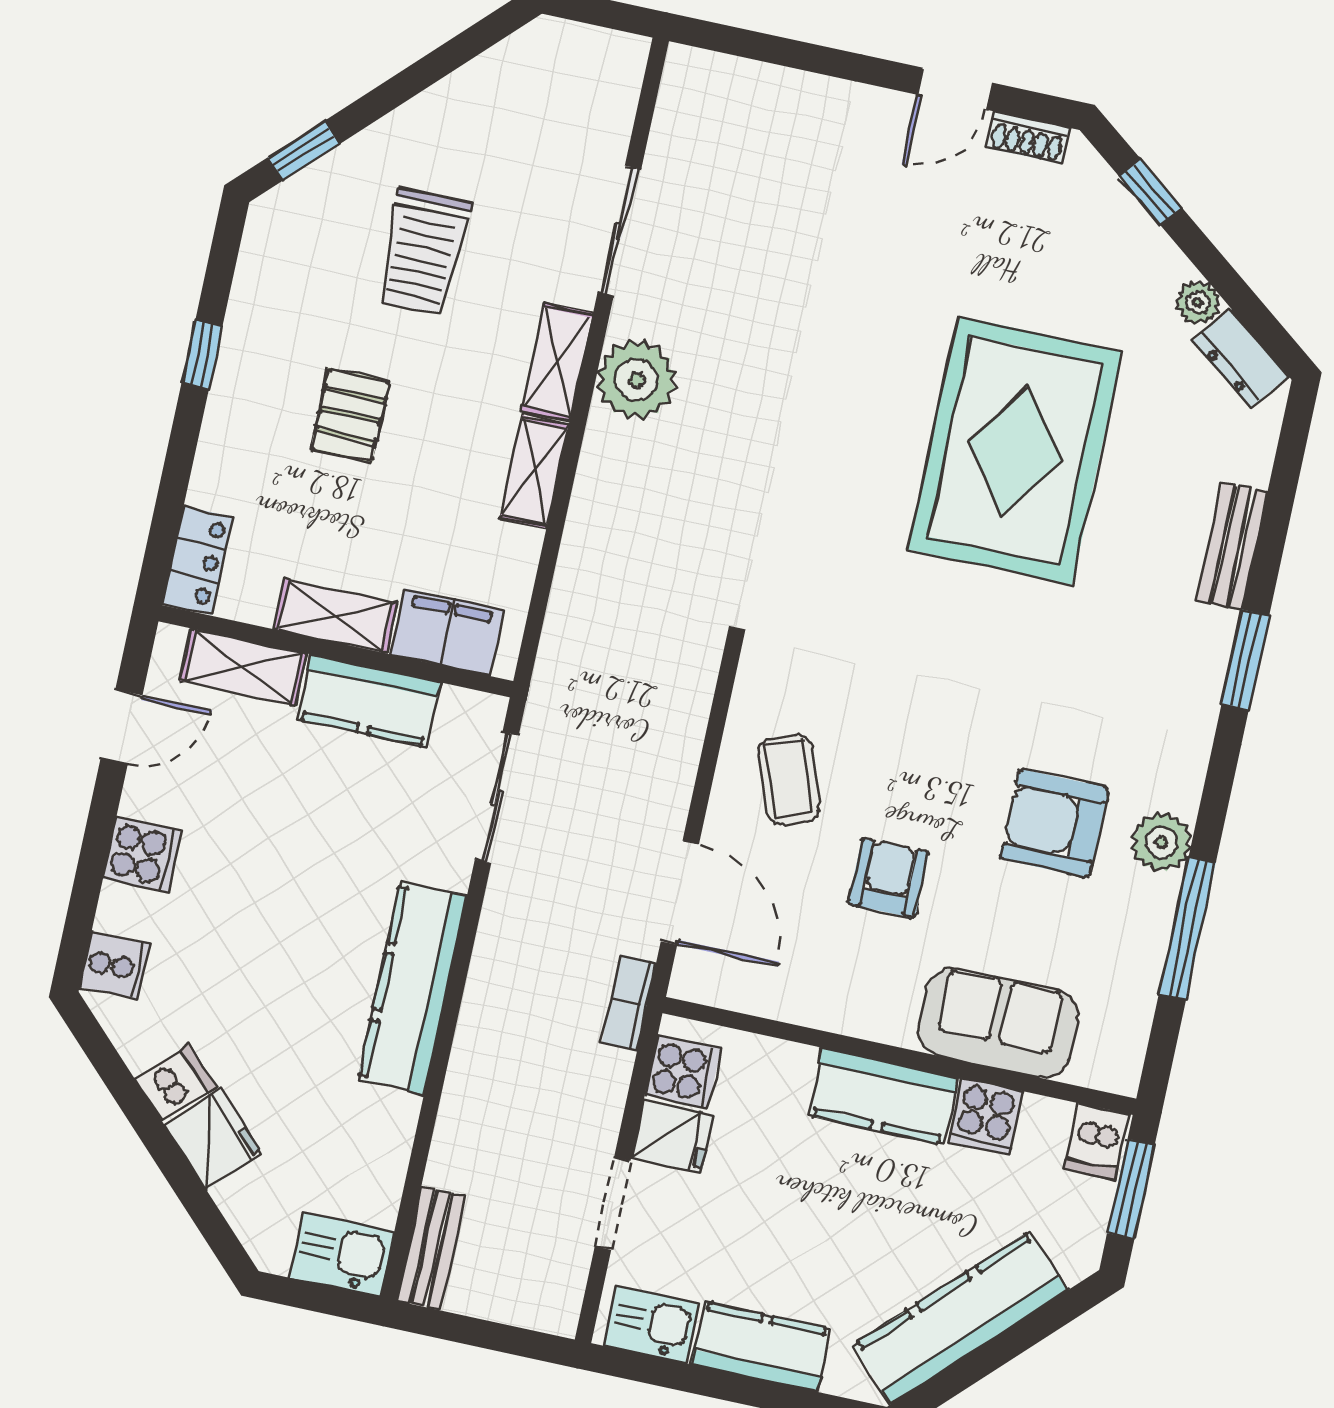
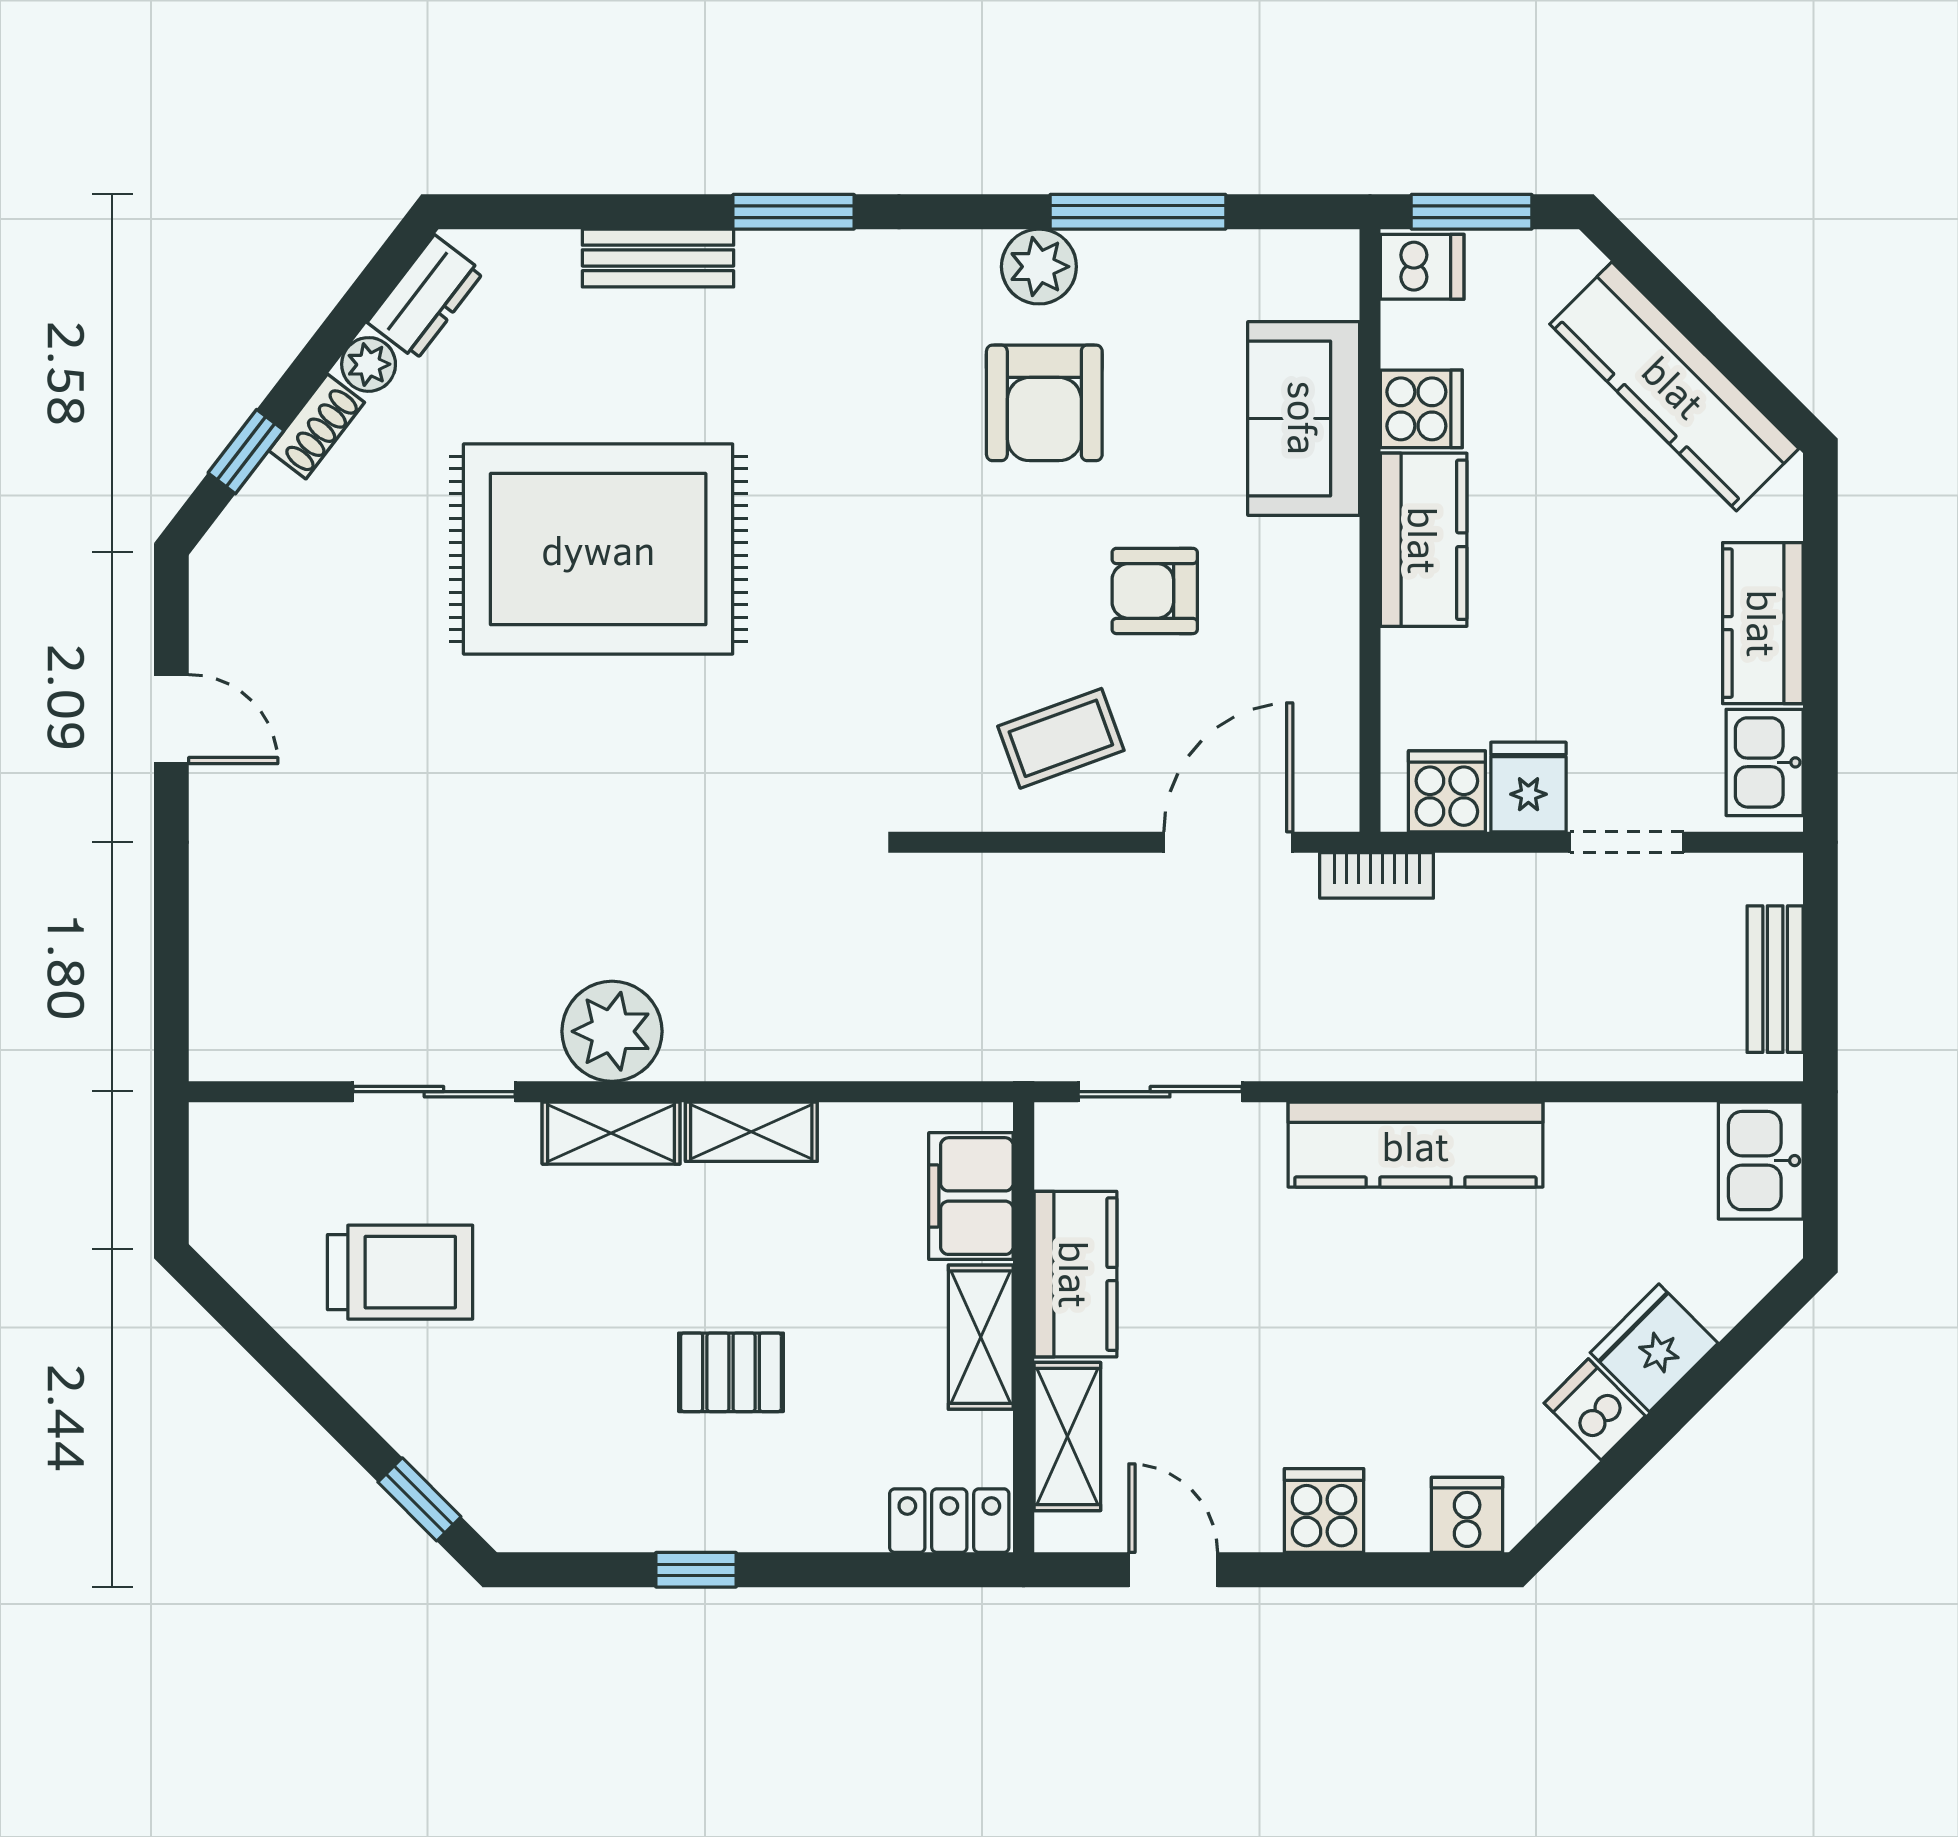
shoe rack: (1028, 138) -> (317, 426), moved, turned 37
trolley: (423, 252) -> (400, 1272), moved
bench: (431, 1248) -> (1775, 979), moved, turned 90

